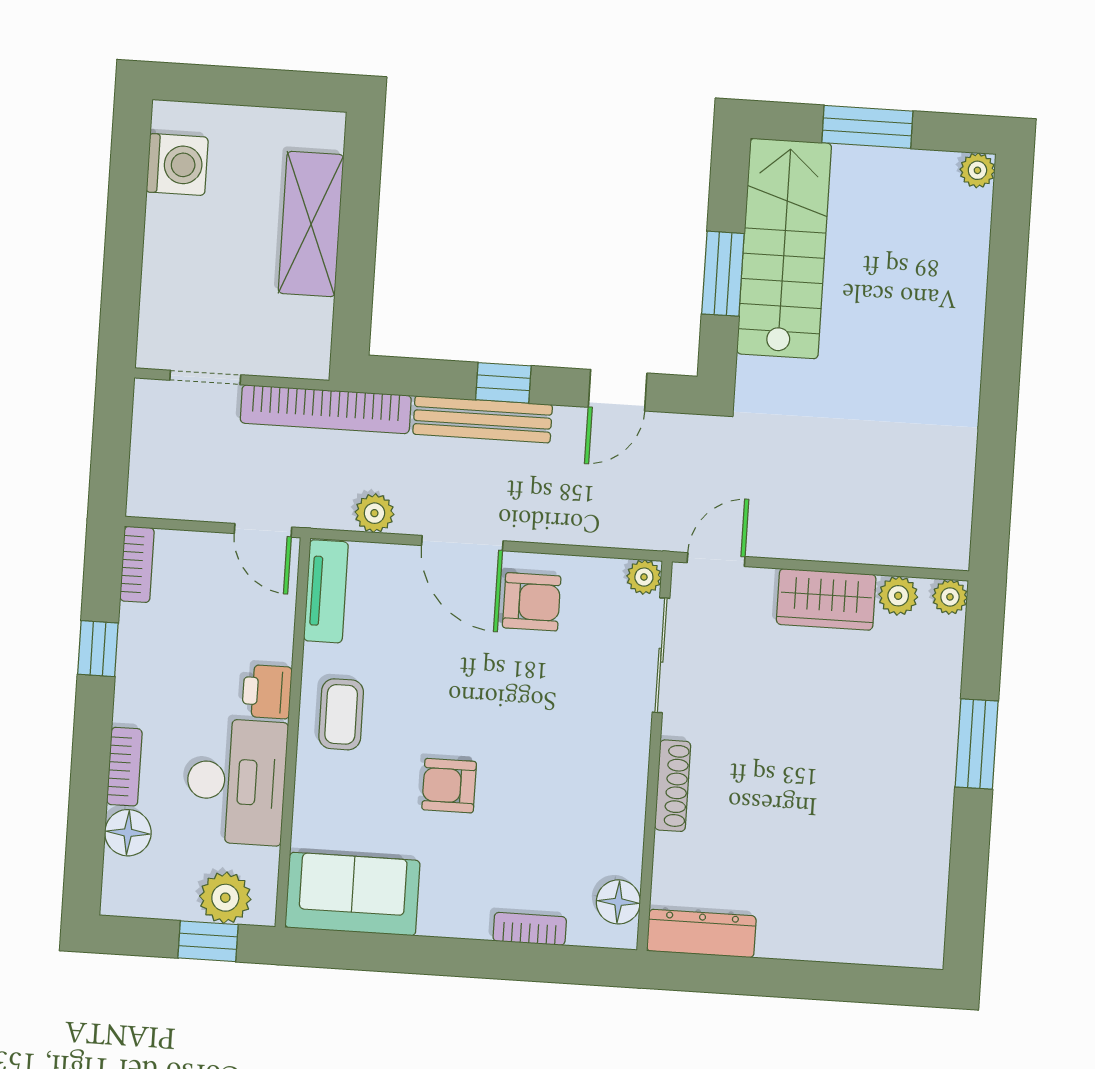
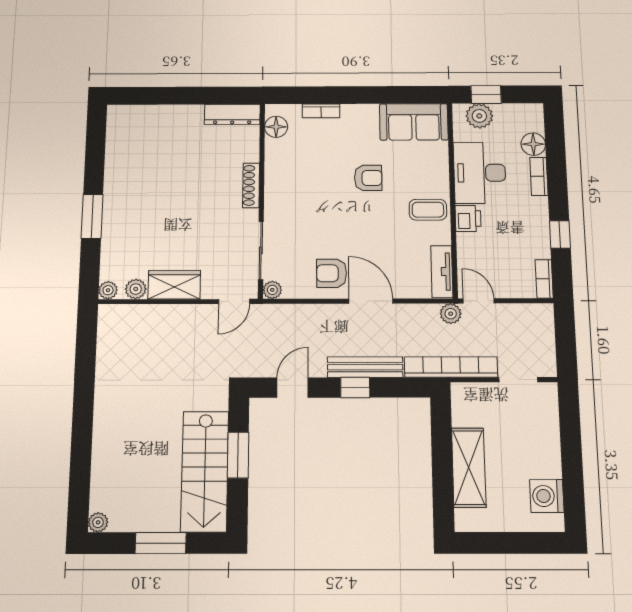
plant: (374, 513) -> (451, 314), moved
coffee table: (341, 714) -> (428, 210), turned 90

